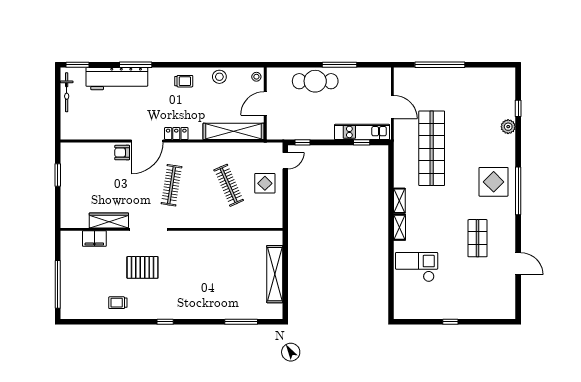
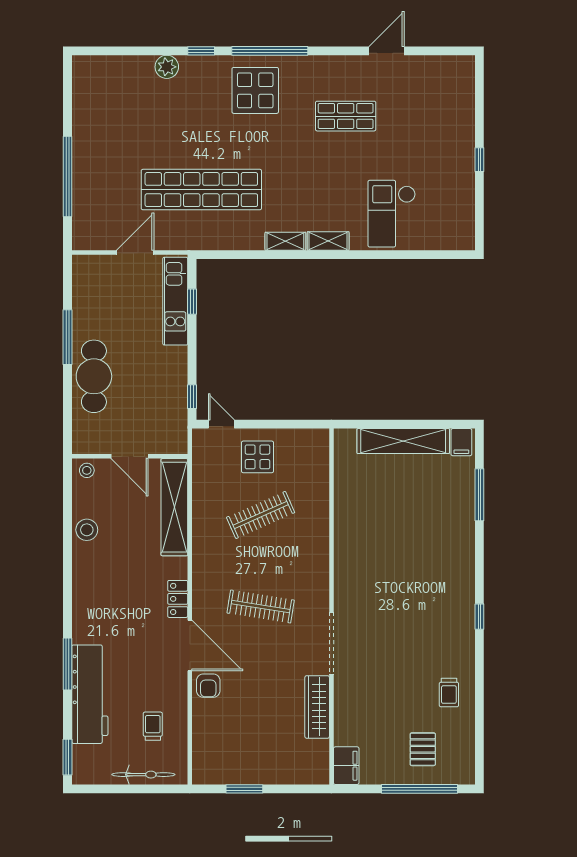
trolley: (184, 81) -> (153, 726), moved
bicycle: (67, 92) -> (143, 775), moved
window: (518, 108) -> (201, 51), moved
filing cabinet: (94, 239) -> (346, 766), moved
pallet: (142, 267) -> (423, 749), moved, width x0.67, depth x0.71
filing cabinet: (274, 310) -> (461, 442), added

